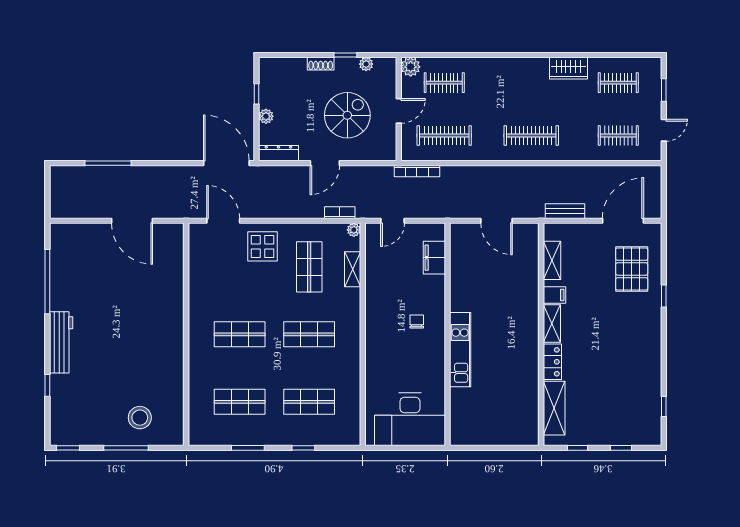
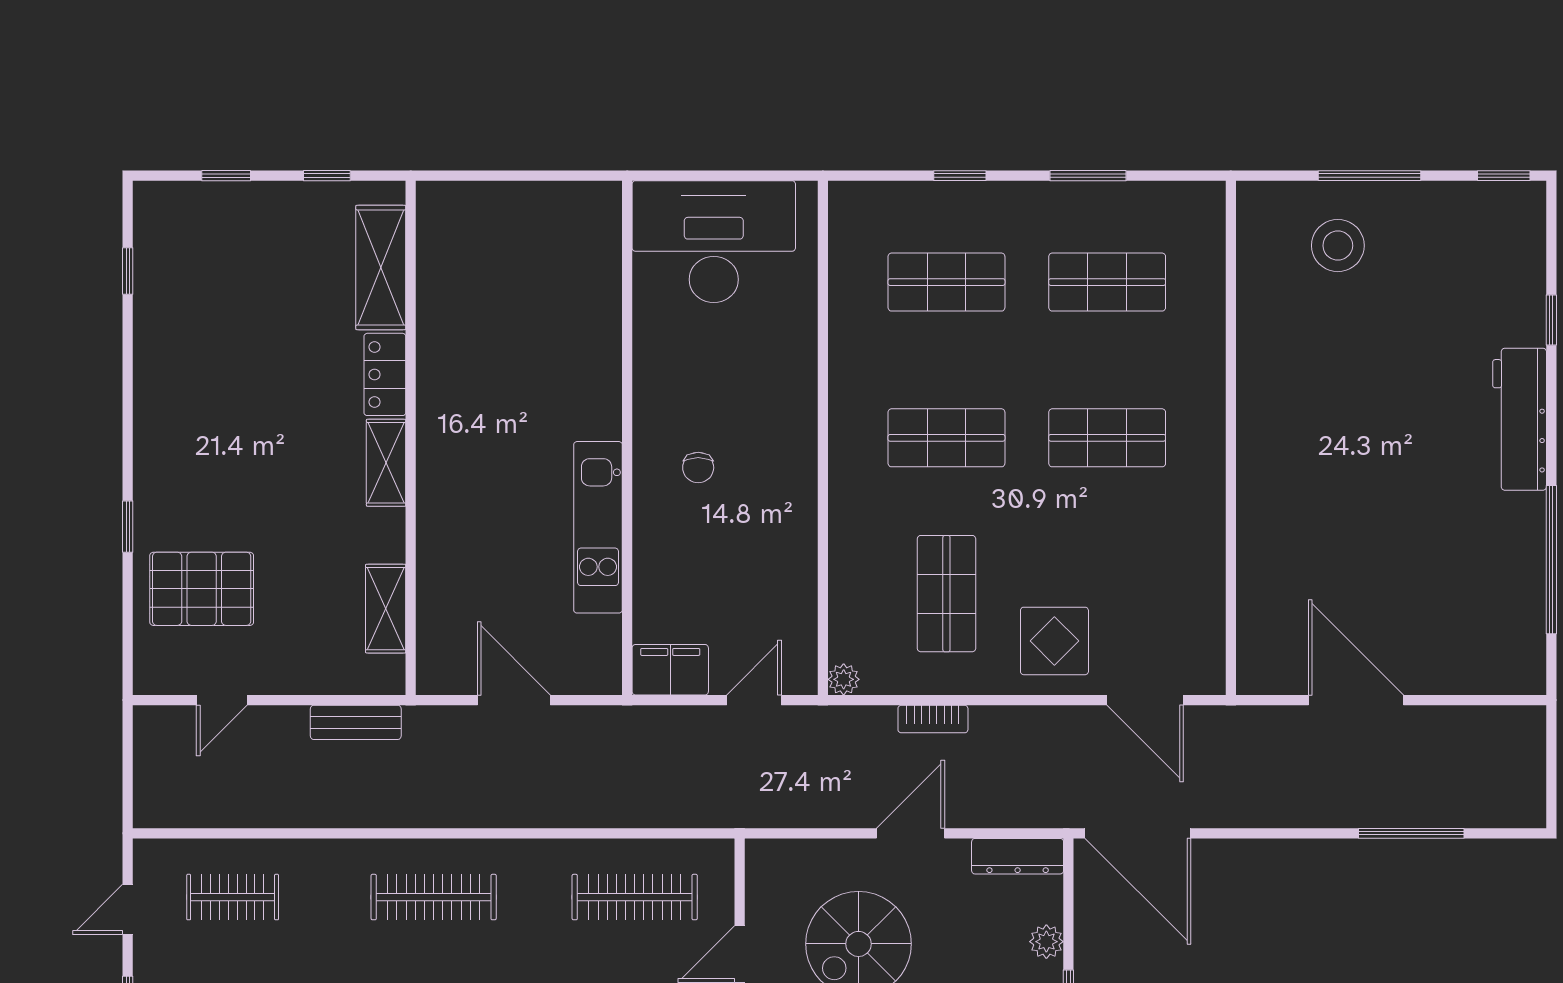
bookcase: (417, 171) -> (698, 815), removed
bookcase: (340, 213) -> (933, 719), moved
door: (623, 221) -> (222, 700), width x0.53
filing cabinet: (434, 258) -> (670, 670), moved, turned -90
shelving: (353, 269) -> (846, 588), removed
pallet: (632, 269) -> (202, 589), turned 90
filing cabinet: (554, 295) -> (380, 529), removed
kitchen unit: (460, 350) -> (598, 527), moved

